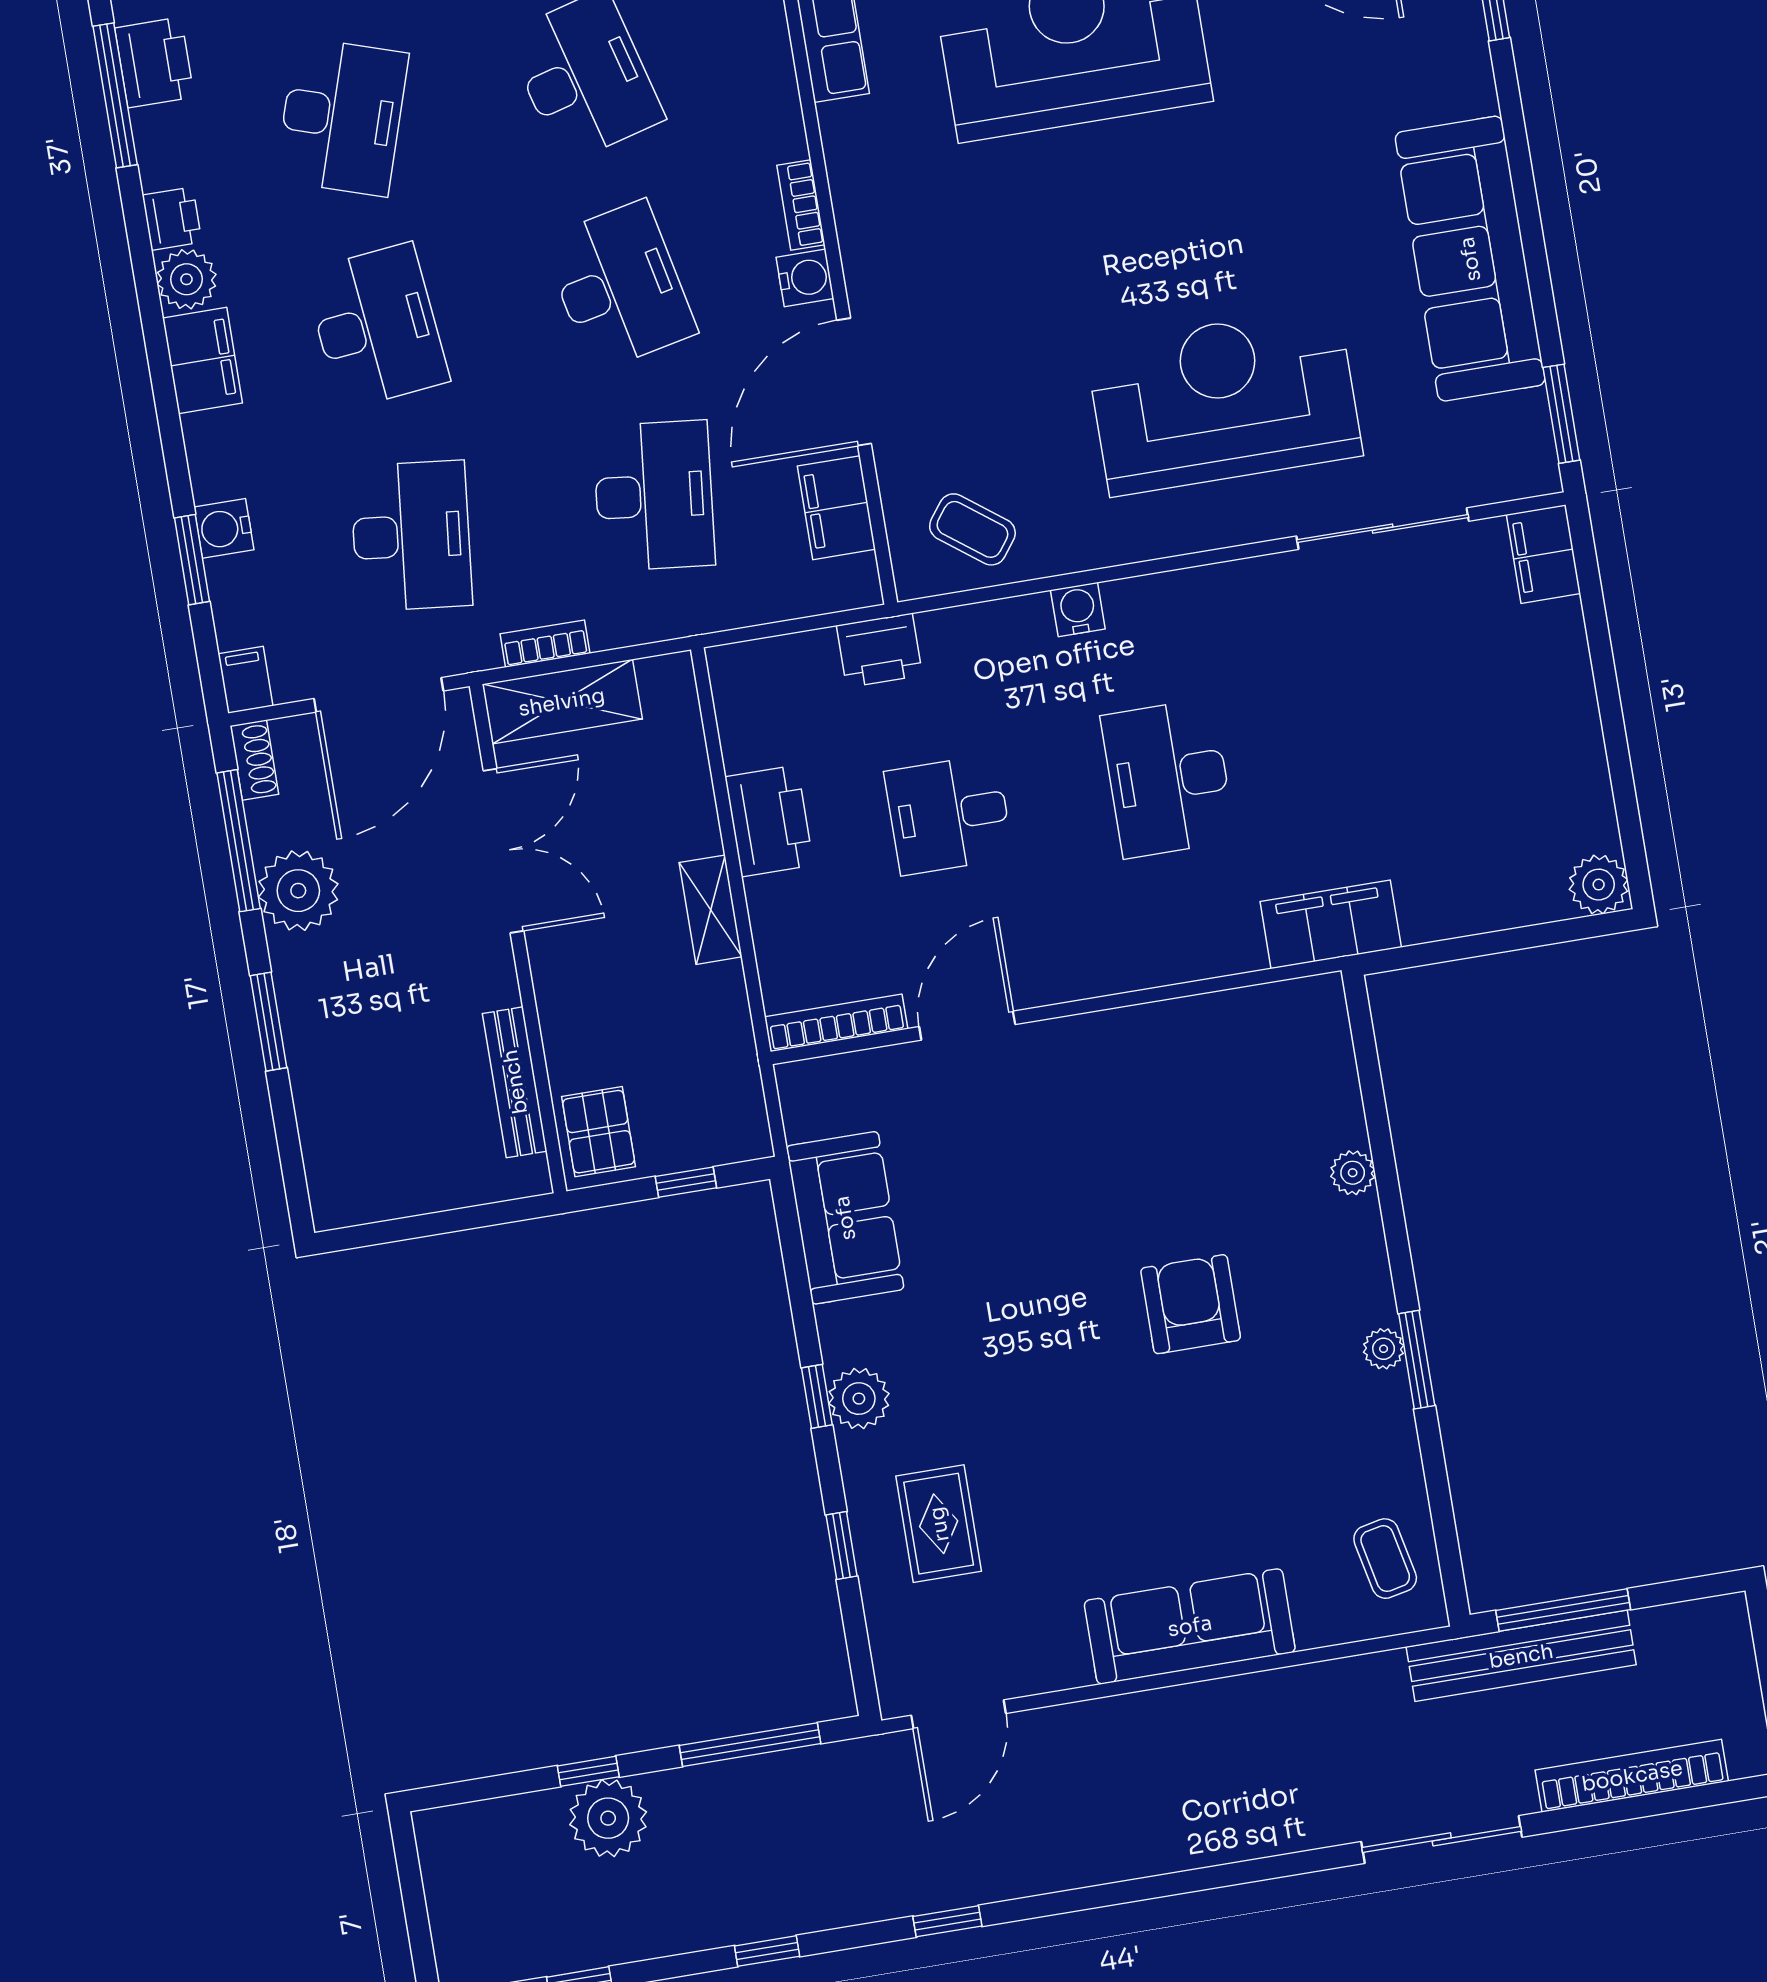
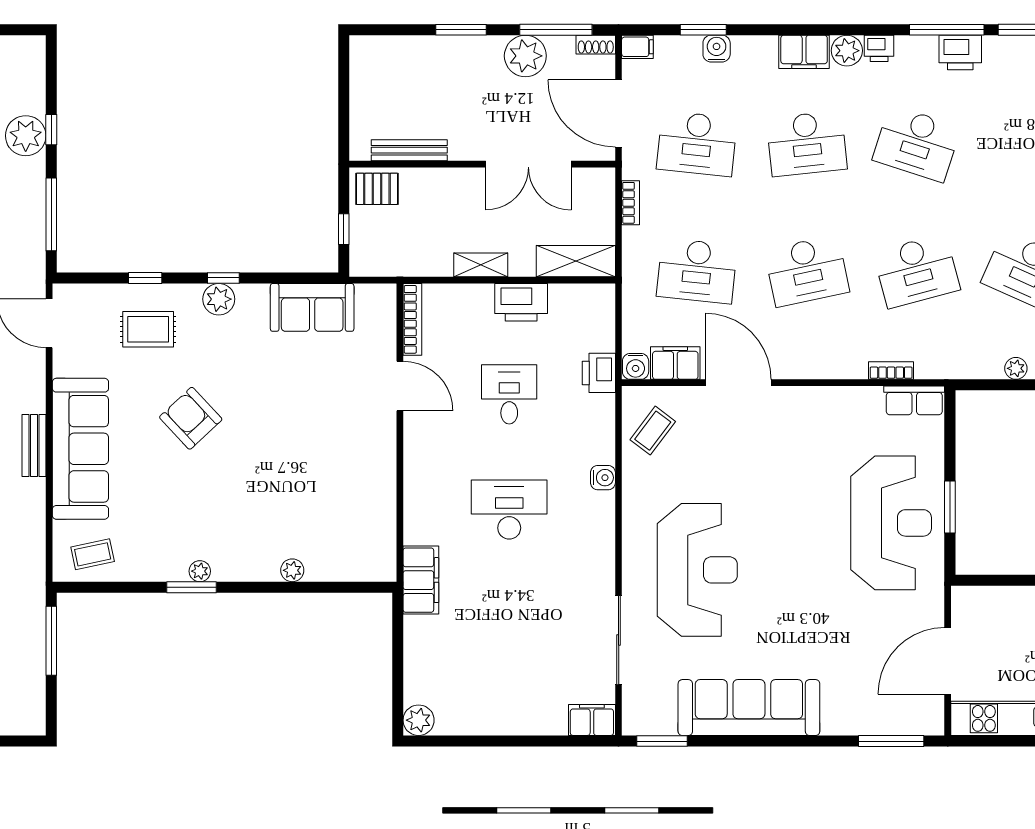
bookcase: (801, 205) -> (891, 370), moved
water cooler: (805, 278) -> (636, 366), moved
shelving: (562, 702) -> (576, 261), moved, turned 90
armchair: (1191, 1304) -> (191, 418), moved, turned -133
sofa: (1190, 1626) -> (80, 449), width x1.36, depth x1.27
bench: (1521, 1656) -> (34, 445), moved, width x0.54, depth x0.82

